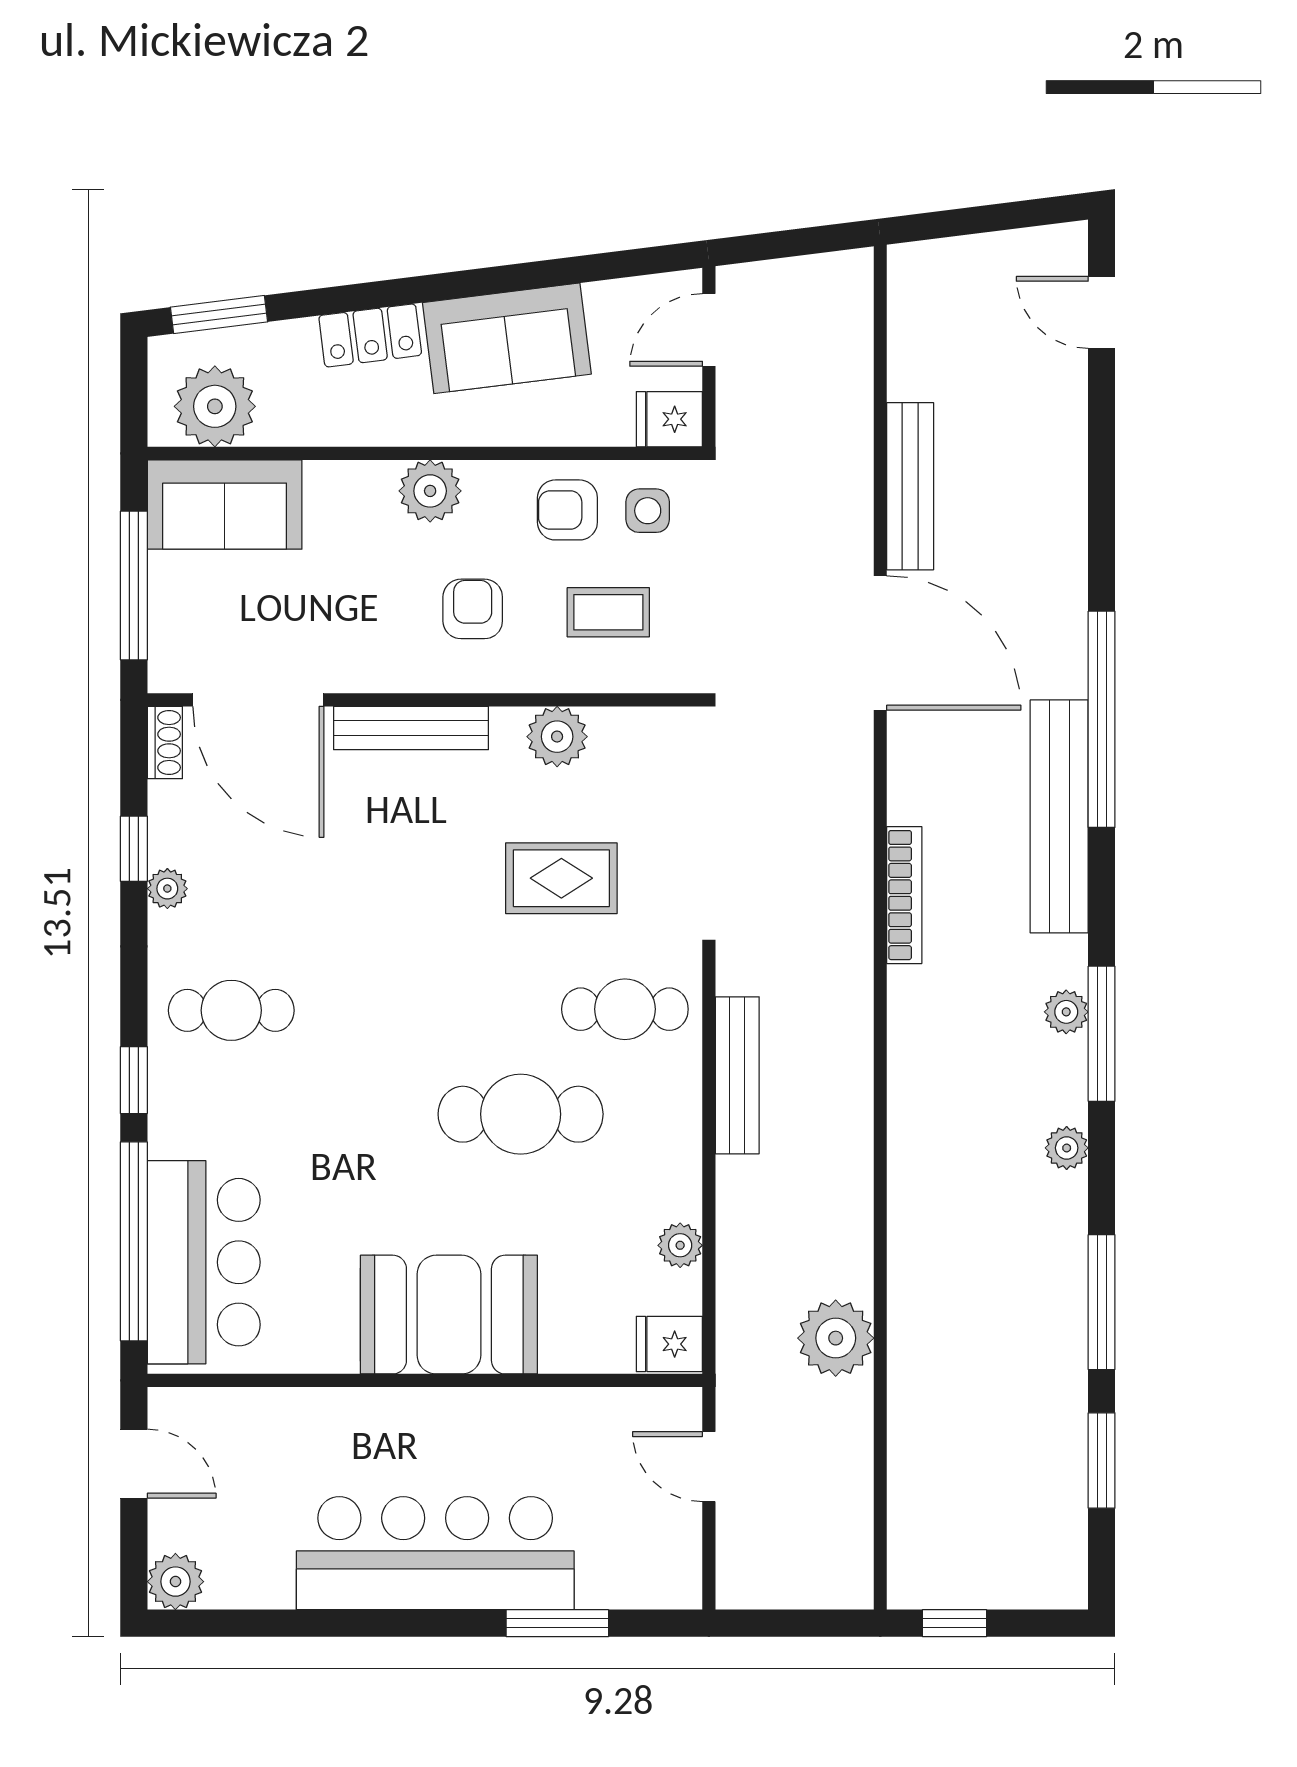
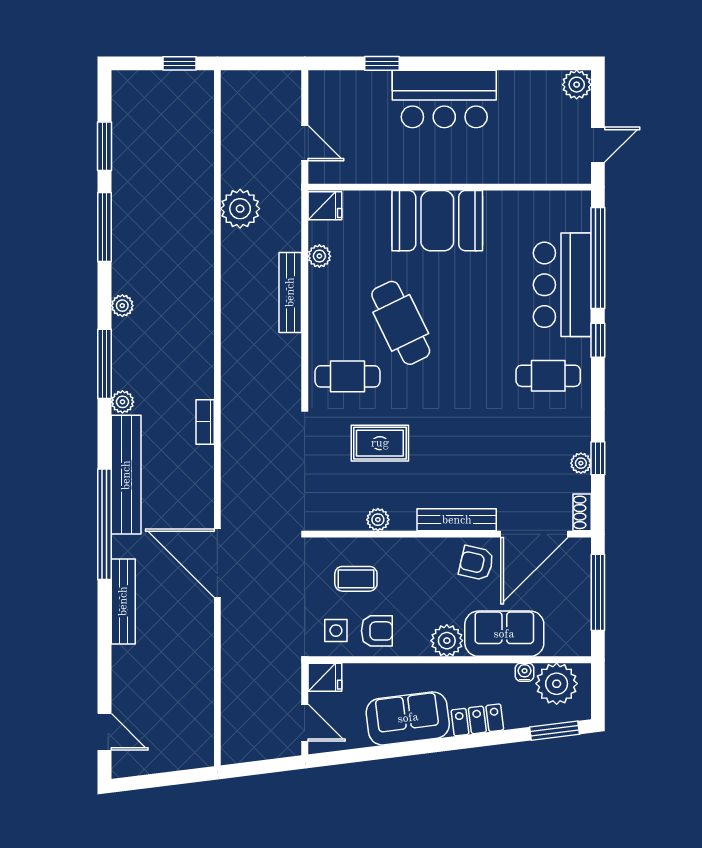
door: (709, 330) -> (305, 723), hinge flipped
water cooler: (278, 429) -> (525, 672), added
bench: (910, 486) -> (123, 601), moved
sofa: (225, 505) -> (504, 634), moved
armchair: (473, 609) -> (476, 563), moved, turned 103
door: (258, 700) -> (534, 534), swing flipped
plant: (557, 737) -> (378, 520), width x0.73, depth x0.73
plant: (167, 889) -> (581, 463), moved
bookcase: (904, 895) -> (205, 422), width x0.64
plant: (1066, 1012) -> (122, 402), moved
bench: (737, 1075) -> (290, 292), moved
cafe table: (521, 1114) -> (401, 323), turned 64
bar counter: (204, 1262) -> (562, 285), moved
door: (134, 1464) -> (598, 145), swing flipped
bar counter: (435, 1553) -> (444, 99), width x0.73
window: (557, 1623) -> (382, 63), width x0.67

